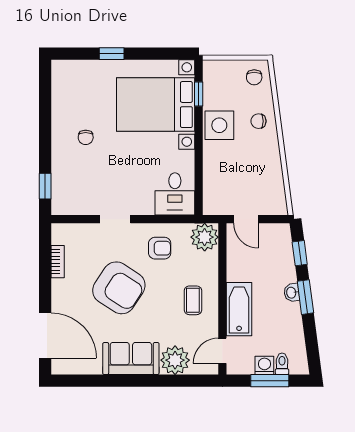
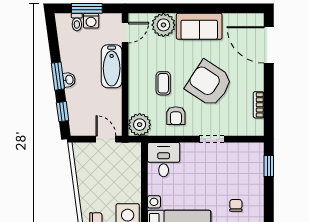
armchair: (160, 248) -> (176, 116), turned -90
coffee table: (193, 300) -> (163, 83), moved

